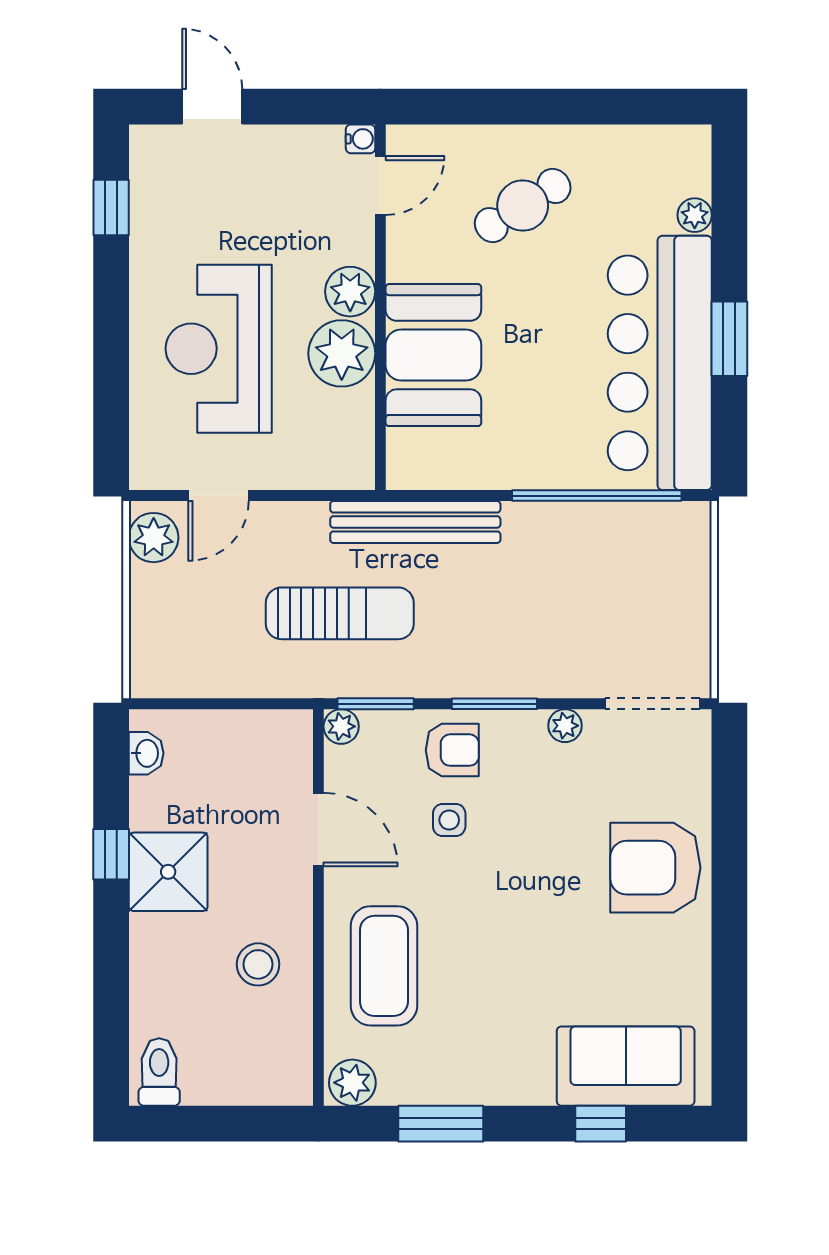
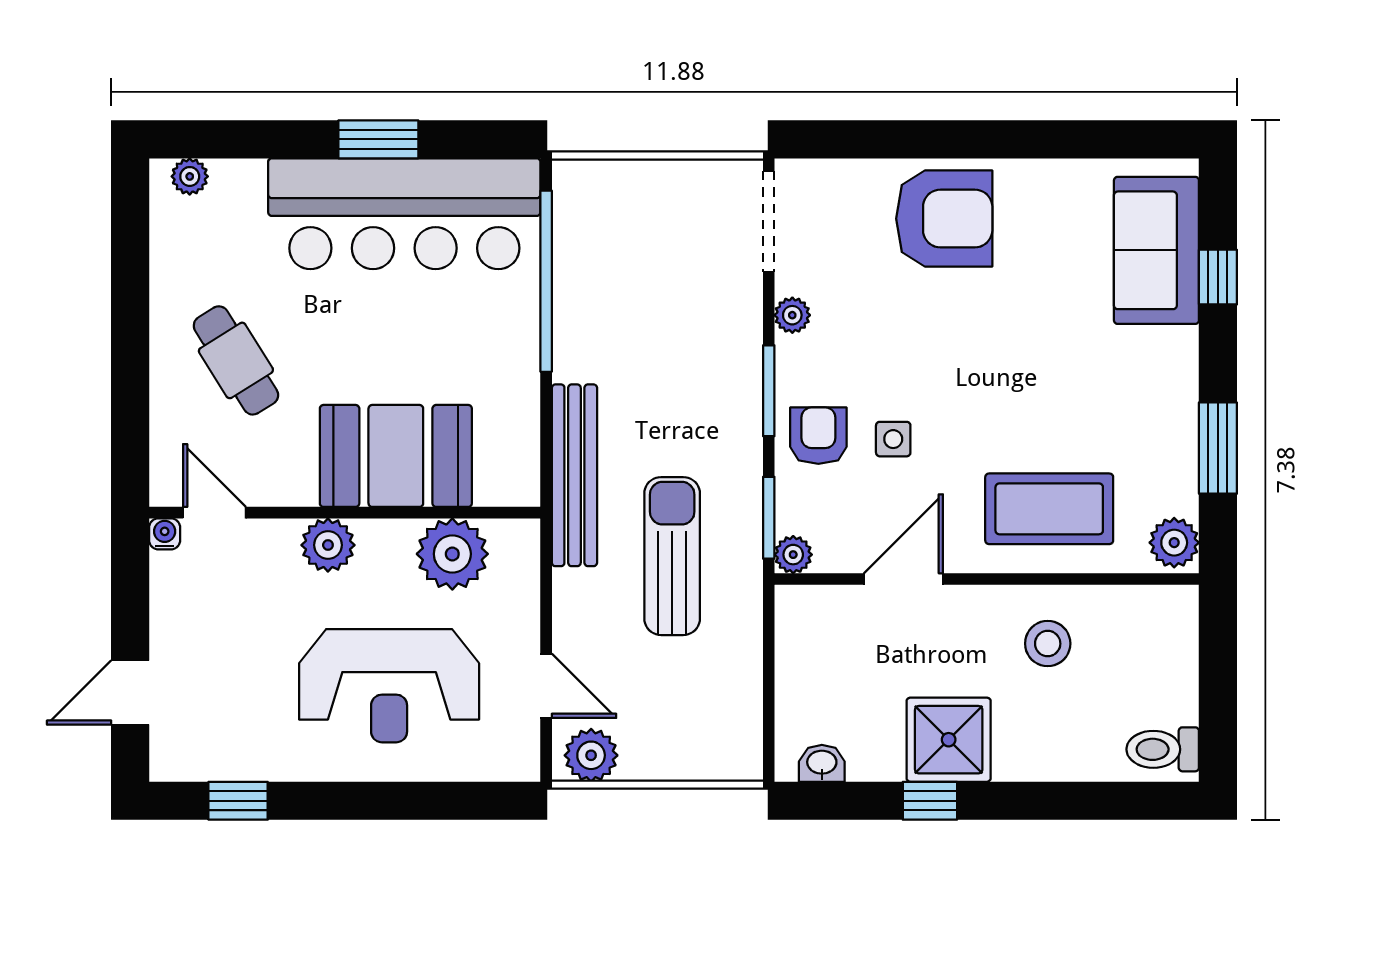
plant: (695, 215) -> (190, 176), moved
plant: (342, 353) -> (452, 554), moved
armchair: (655, 868) -> (944, 219), turned -90

